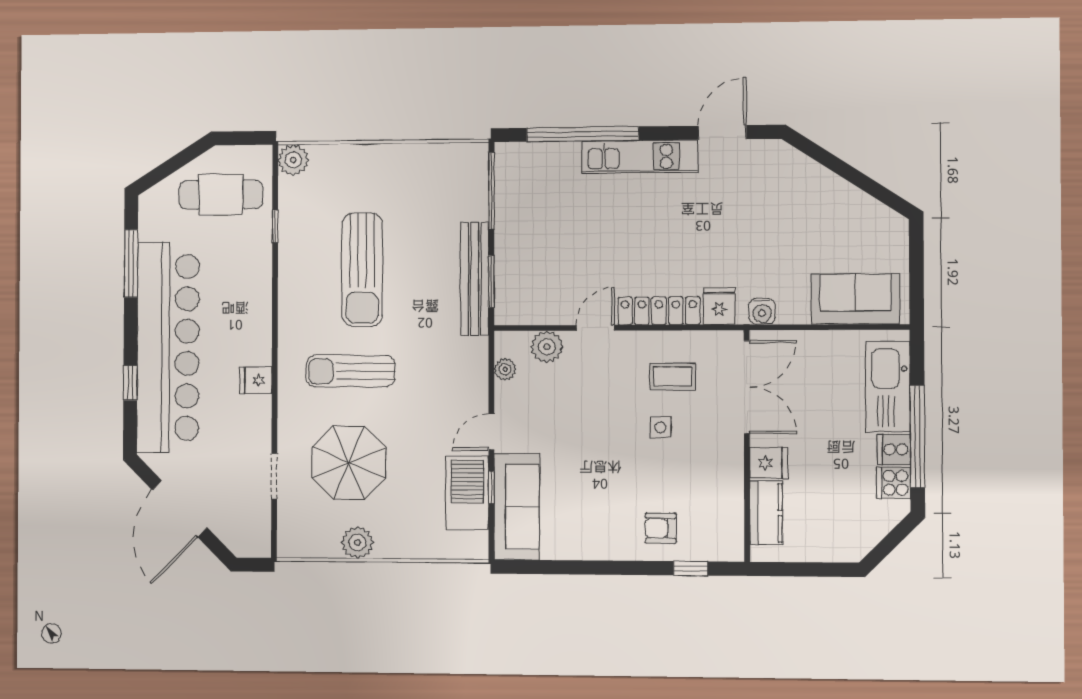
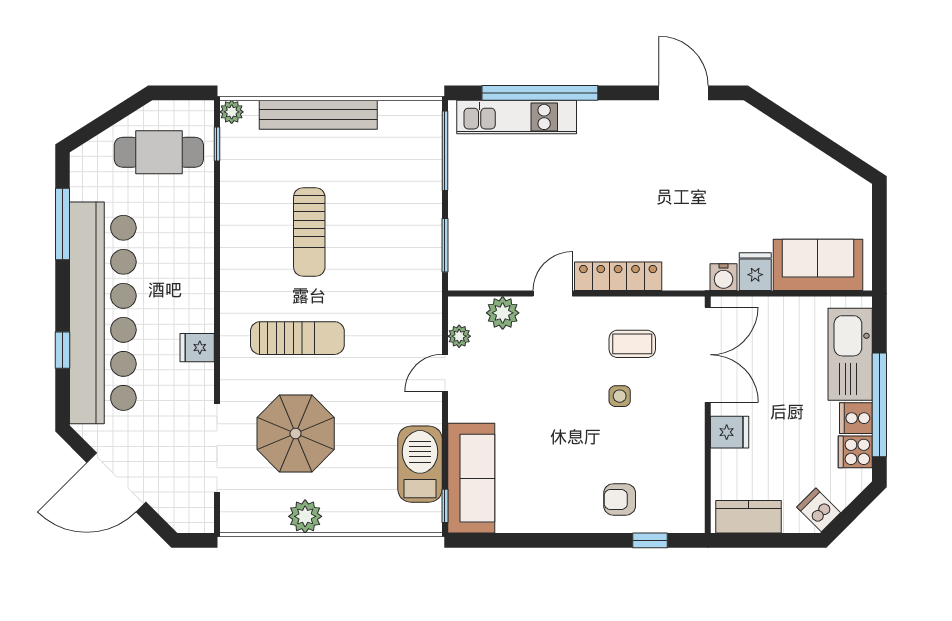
door: (722, 132) -> (684, 93), hinge flipped
kitchen unit: (640, 157) -> (517, 117), moved
plant: (293, 160) -> (232, 112), width x0.73, depth x0.73
window: (275, 226) -> (217, 144), moved
sun lounger: (362, 270) -> (309, 232), width x0.73, depth x0.75
bench: (475, 279) -> (318, 115), moved, turned 90
fridge: (719, 306) -> (755, 272), moved
sun lounger: (351, 371) -> (297, 338), turned 180
door: (491, 432) -> (445, 373), moved
doorway: (274, 476) -> (217, 448), width x1.88
window: (491, 487) -> (445, 506), moved
door: (180, 509) -> (116, 482), hinge flipped
kitchen counter: (766, 513) -> (749, 517), moved, turned -90
dishwasher: (857, 540) -> (819, 510), added

